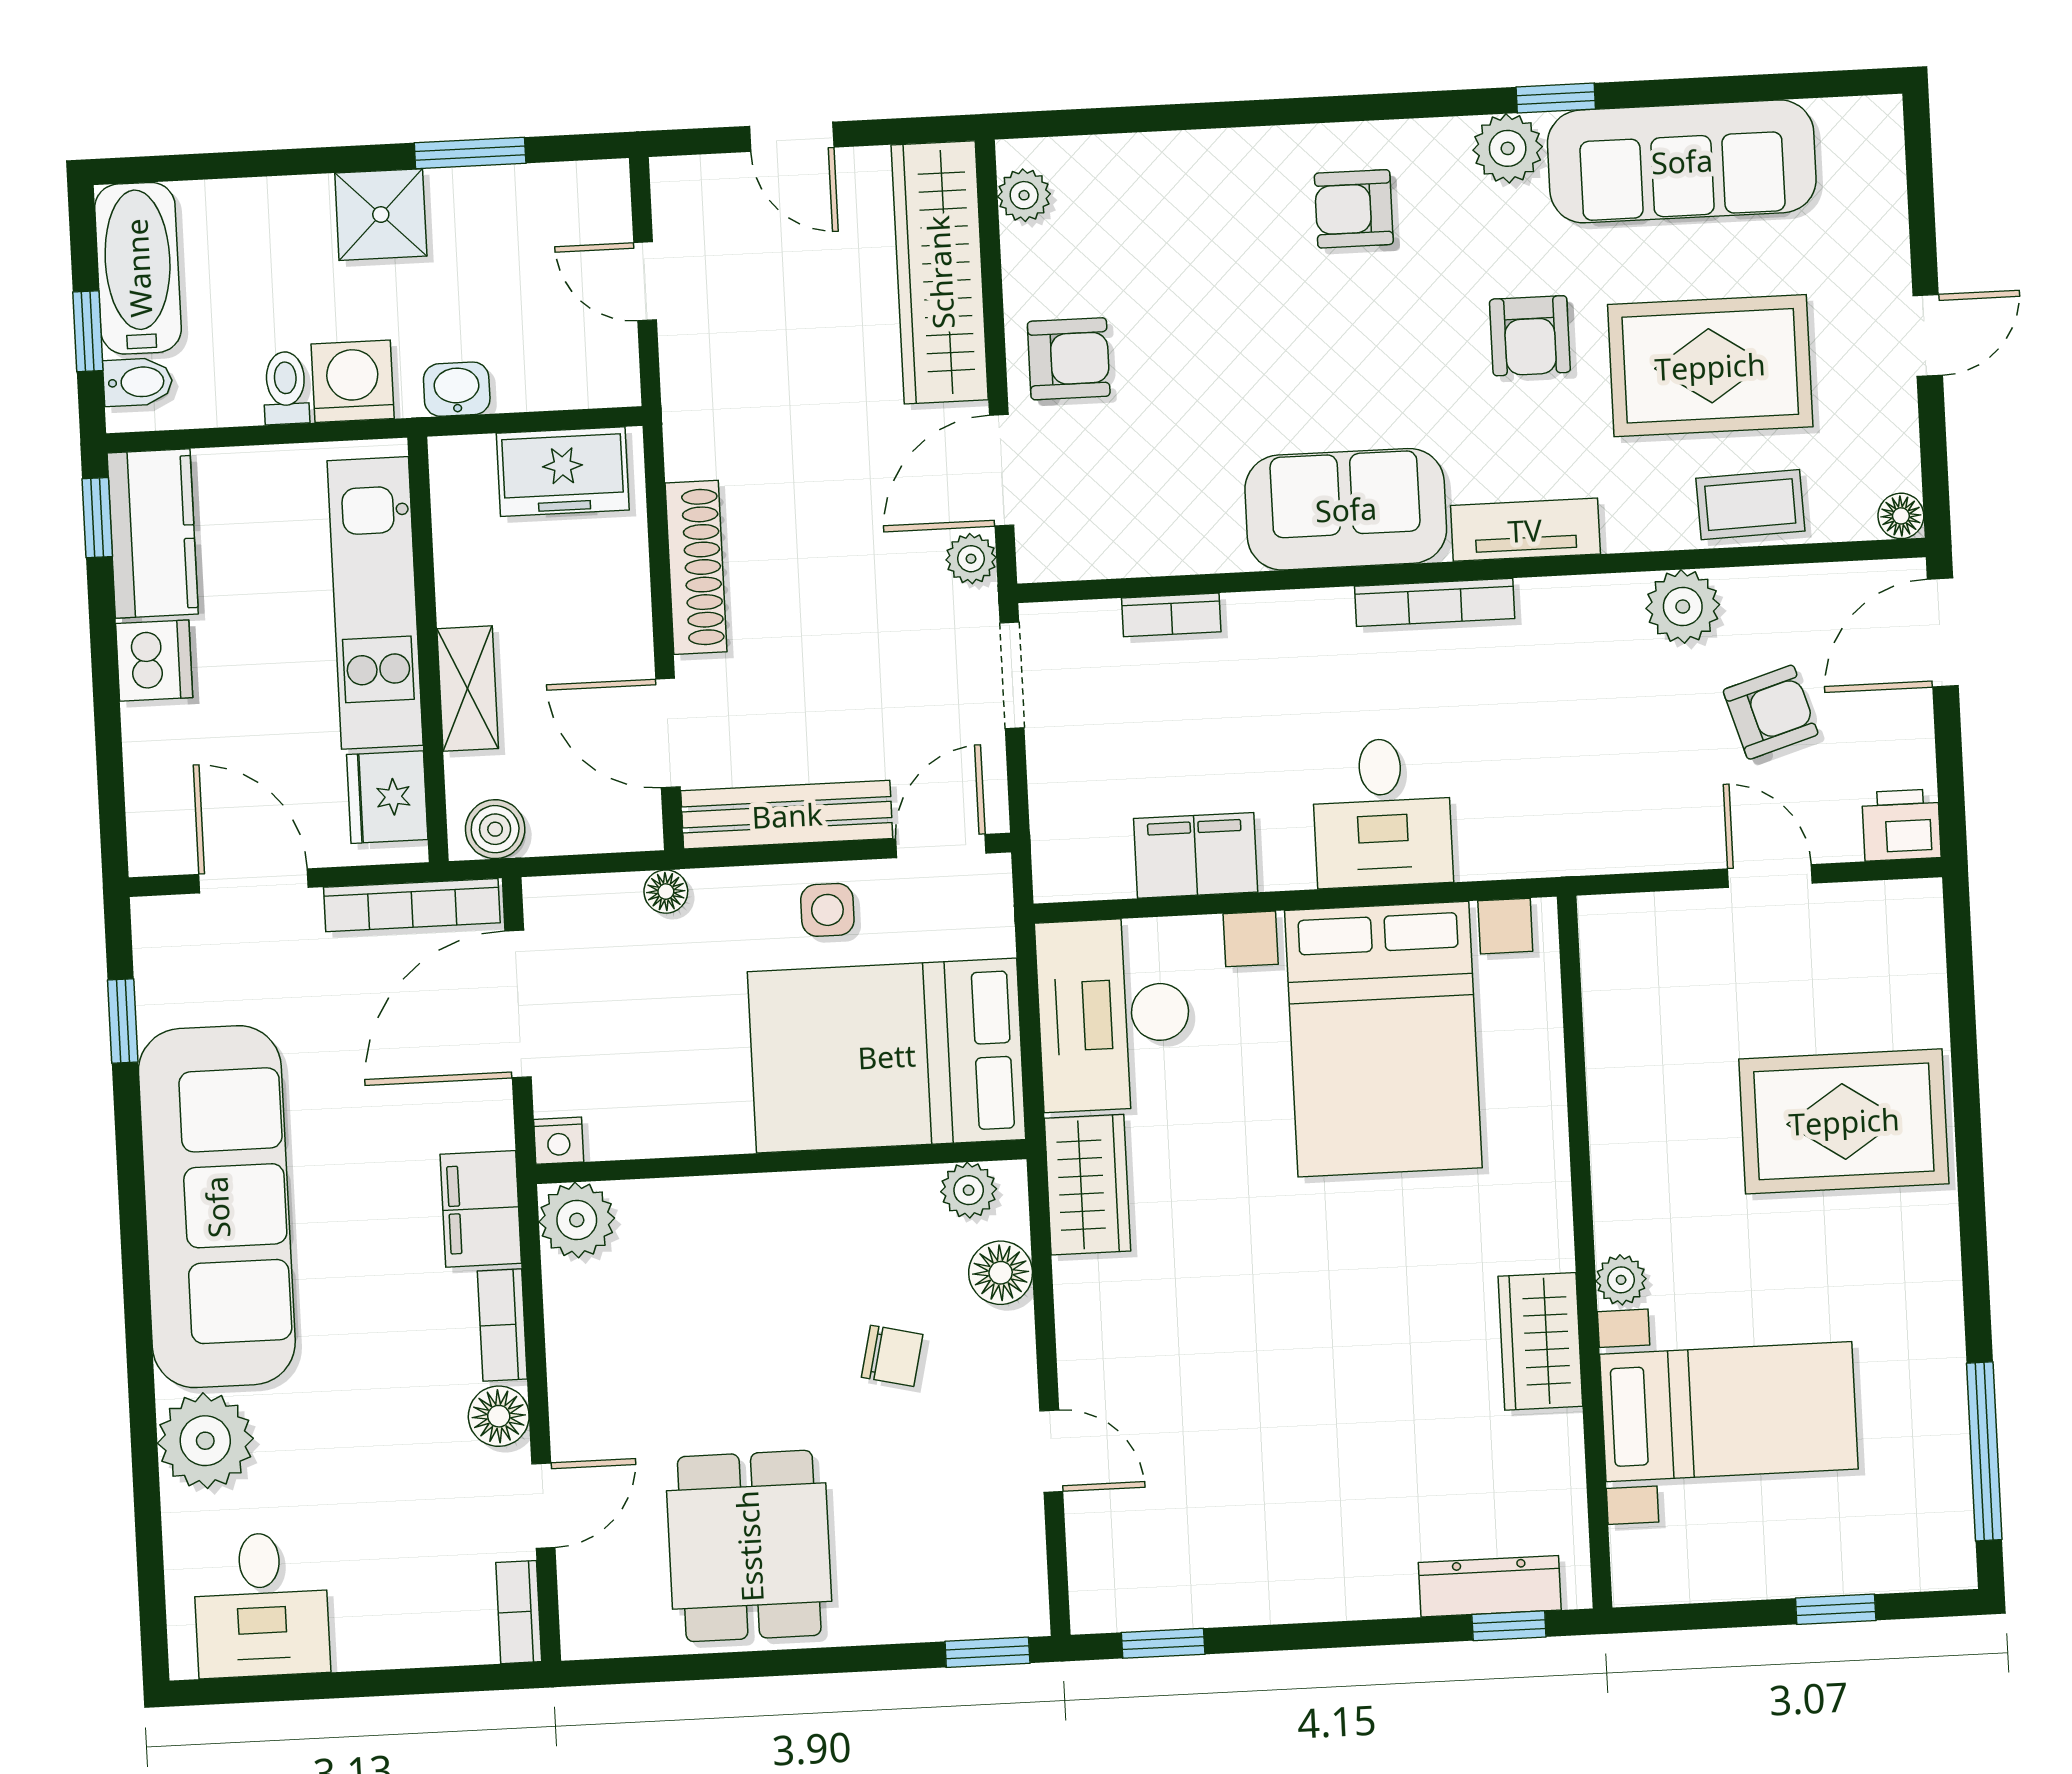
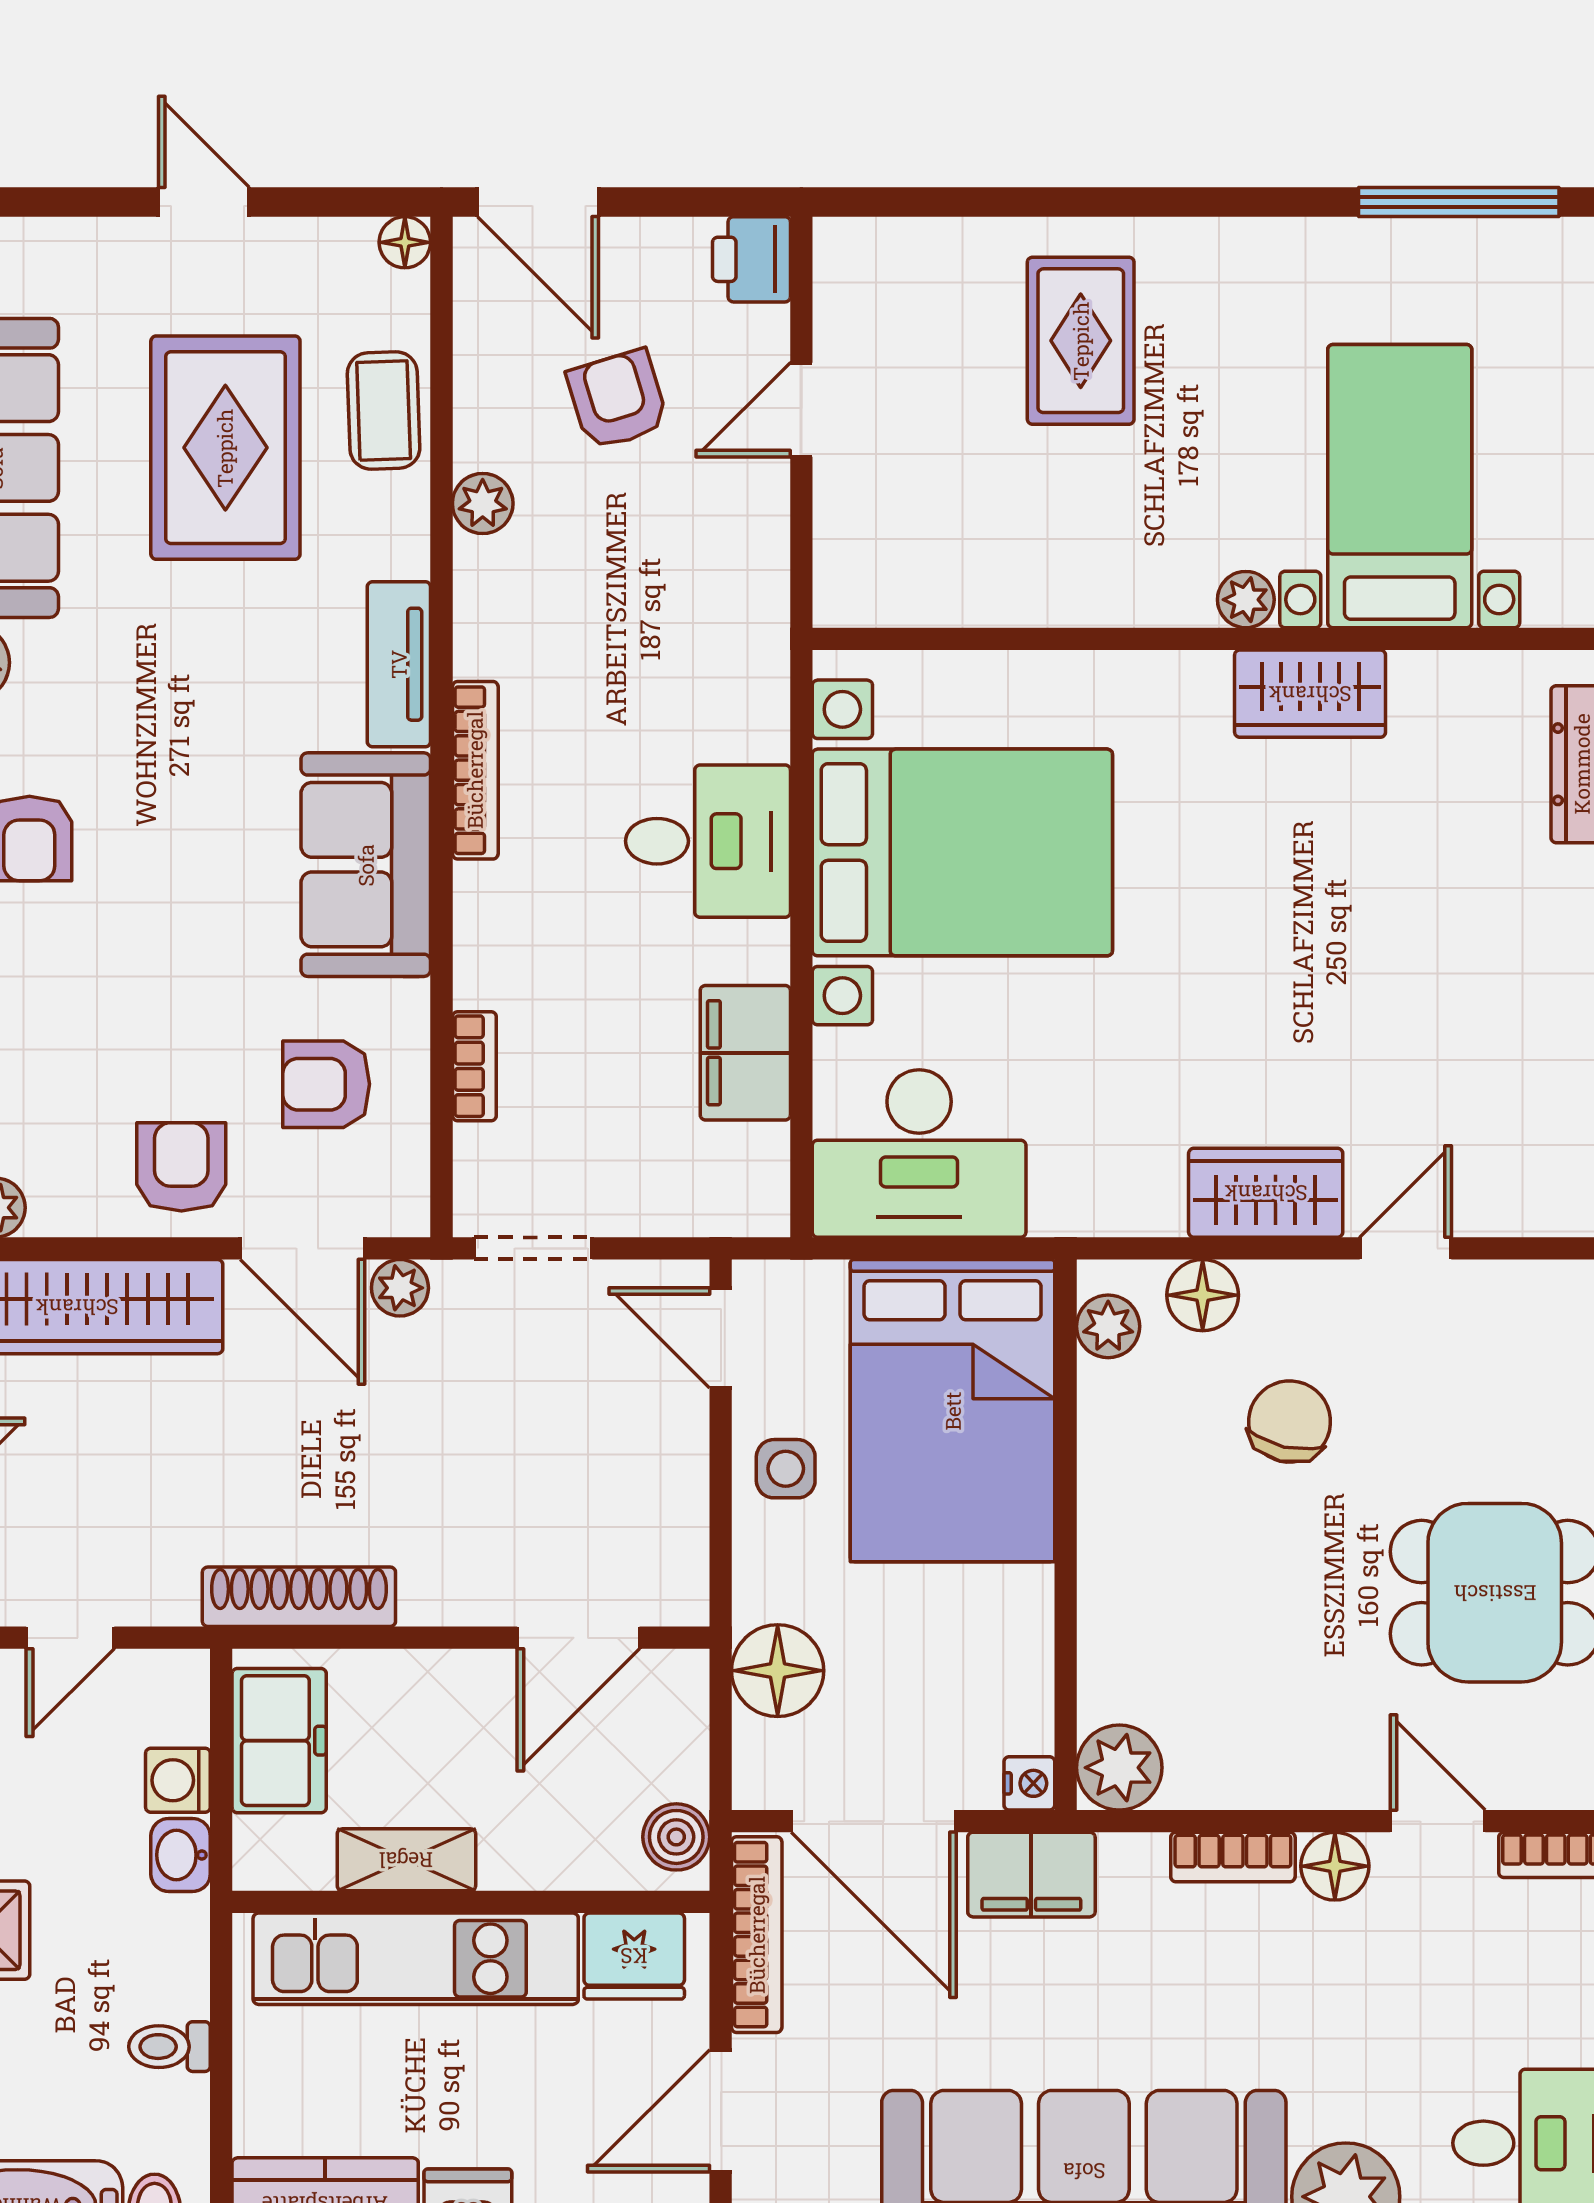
armchair: (1530, 336) -> (326, 1084), moved, turned 180
washing machine: (353, 381) -> (178, 1780), moved, width x0.73, depth x0.73
shoe rack: (696, 567) -> (299, 1597), moved
plant: (1683, 607) -> (483, 503), width x0.73, depth x0.73
shelving: (468, 689) -> (406, 1860), moved
bench: (787, 815) -> (677, 1509), removed
floor lamp: (666, 892) -> (778, 1671), width x1.89, depth x1.89
rug: (1844, 1121) -> (1081, 341), width x0.73, depth x0.70
wardrobe: (1087, 1185) -> (1266, 1193), moved
filing cabinet: (481, 1209) -> (1031, 1875), moved
chair: (892, 1356) -> (1290, 1422), width x1.37, depth x1.37

